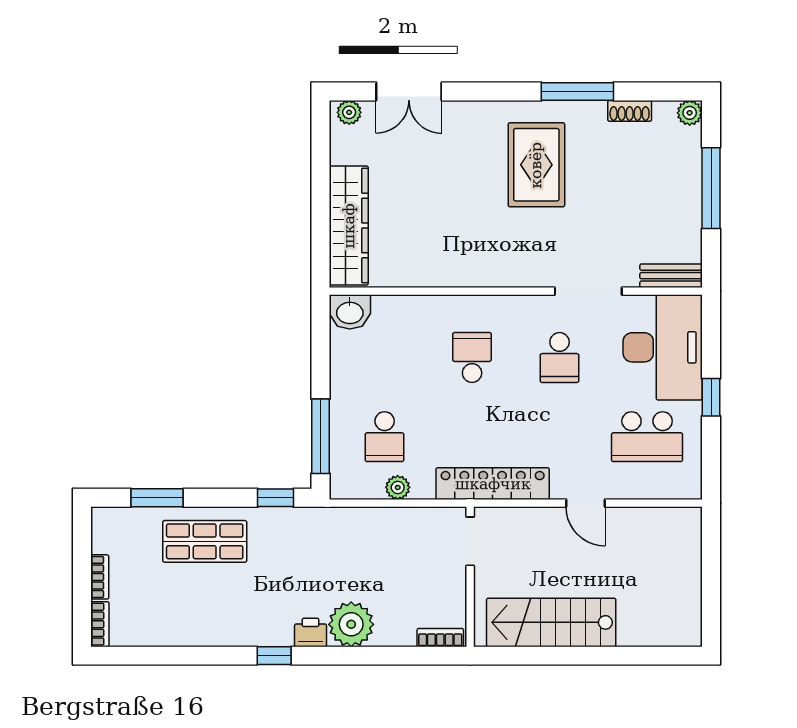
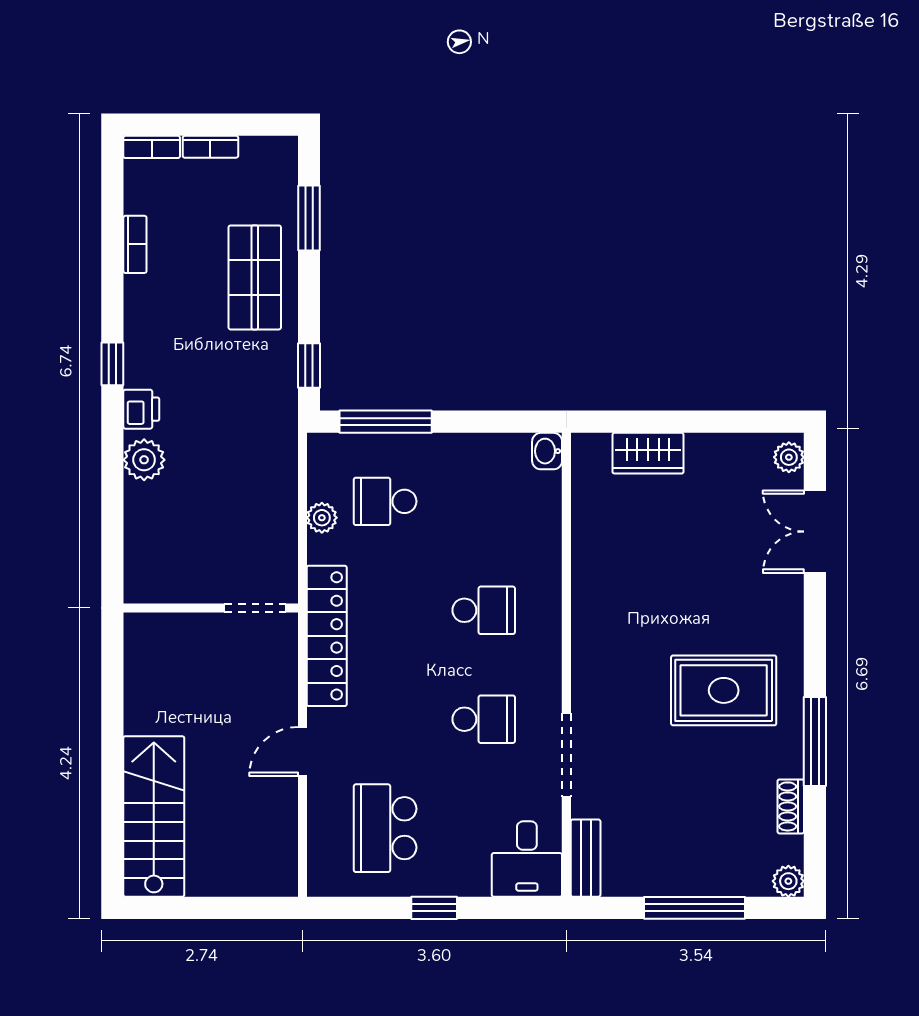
wardrobe: (349, 226) -> (648, 453), width x0.48, depth x0.85
washbasin: (350, 312) -> (547, 451), width x0.72, depth x0.69
desk: (663, 347) -> (527, 859), width x0.53, depth x0.77
school desk: (560, 357) -> (484, 719), turned 180
stairs: (551, 622) -> (154, 816), moved
plant: (351, 624) -> (144, 460), width x0.73, depth x0.73
bookcase: (440, 638) -> (135, 244), moved

